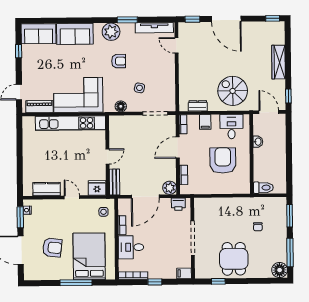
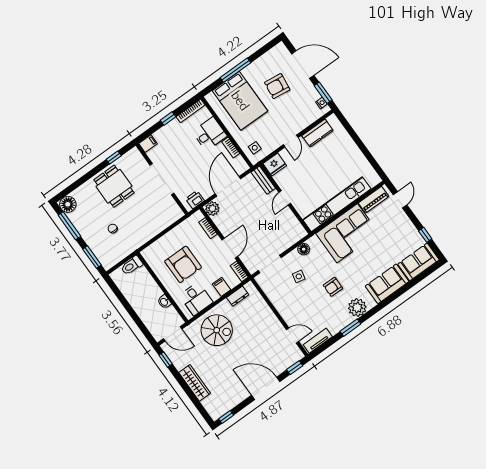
tv unit: (154, 28) -> (318, 341), width x0.71
door: (72, 197) -> (291, 141), hinge flipped

